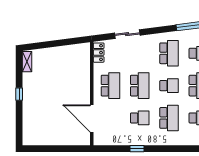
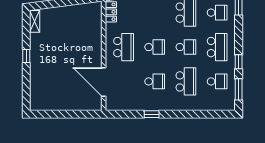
school desk: (140, 86) -> (155, 47), width x0.54

